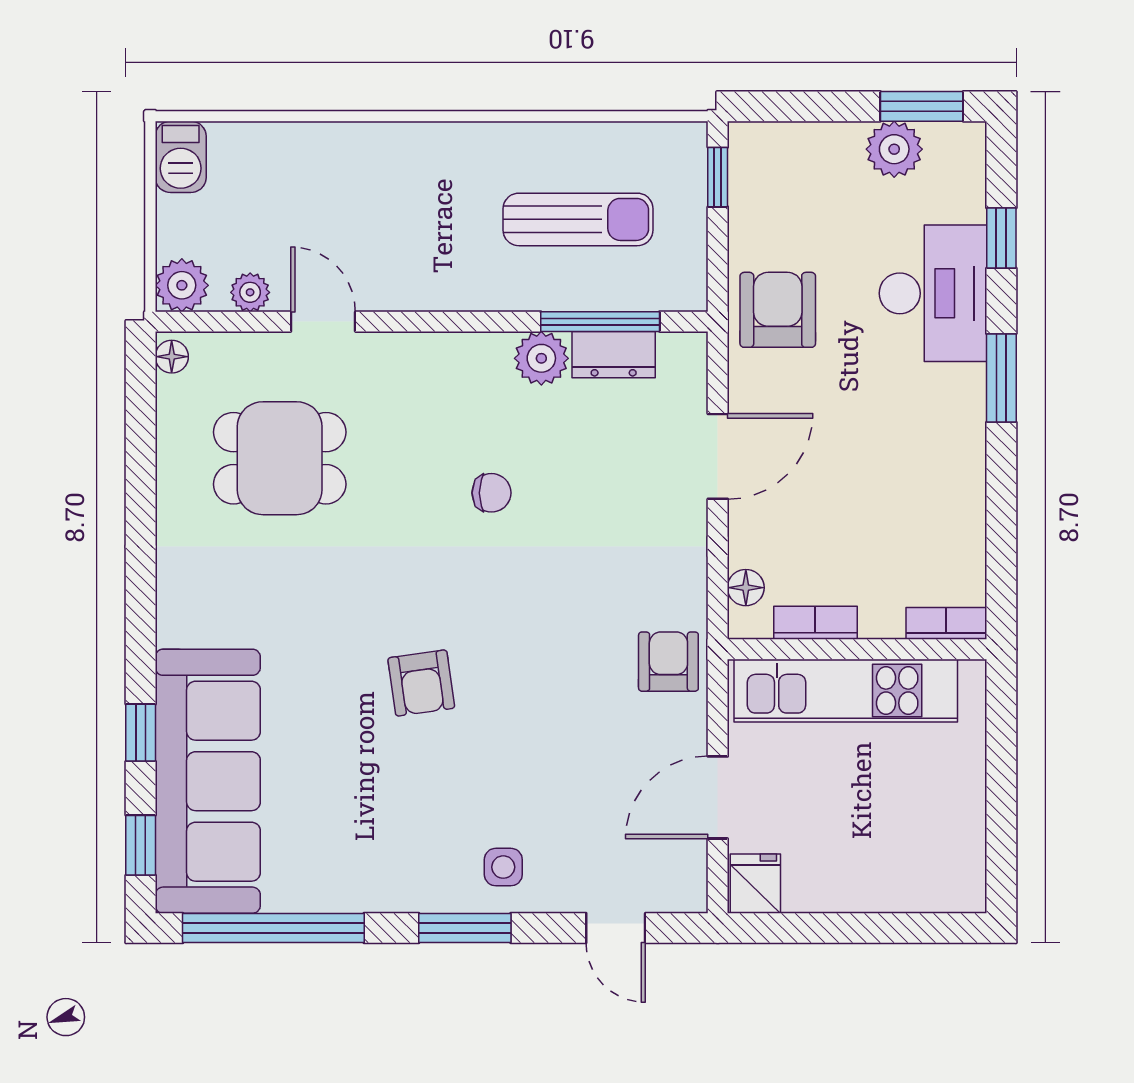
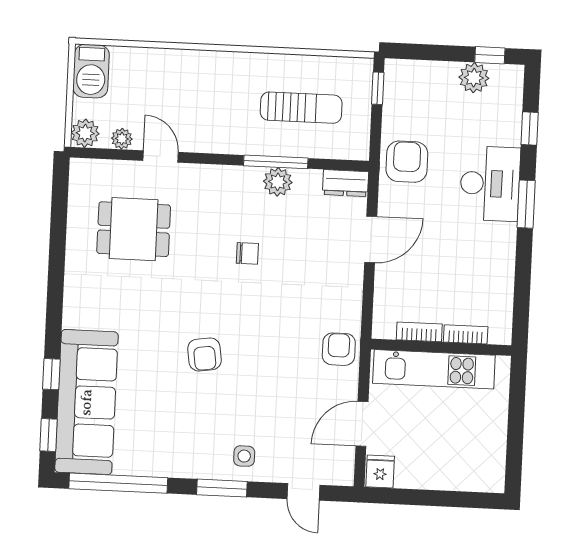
window: (922, 106) -> (490, 55), width x0.67
barbecue: (181, 157) -> (91, 71), width x1.38, depth x1.27
desk: (933, 293) -> (490, 184), moved
window: (600, 322) -> (276, 162), moved
dresser: (614, 355) -> (346, 183), moved
floor lamp: (172, 357) -> (78, 172), removed
floor lamp: (746, 588) -> (382, 311), removed
bookcase: (946, 623) -> (466, 334), moved

